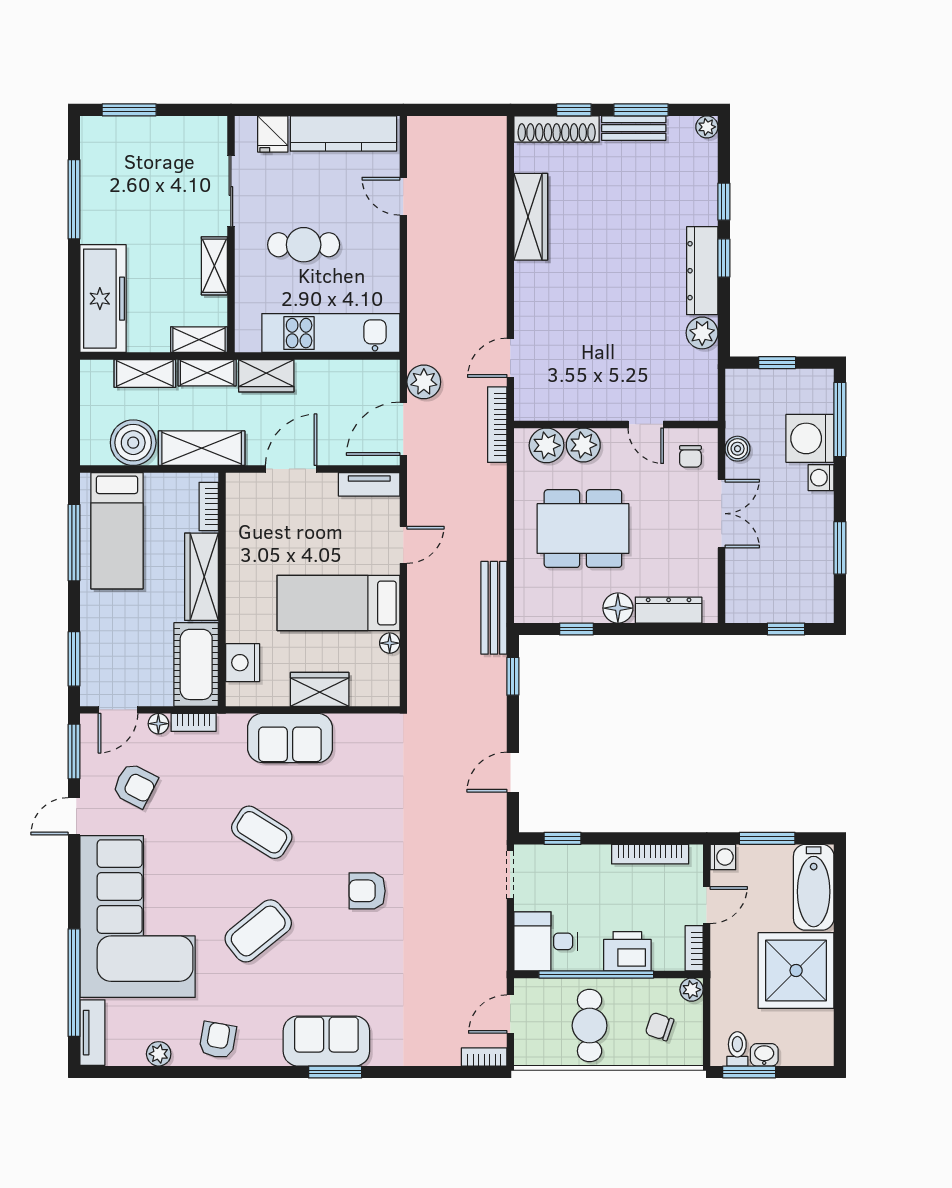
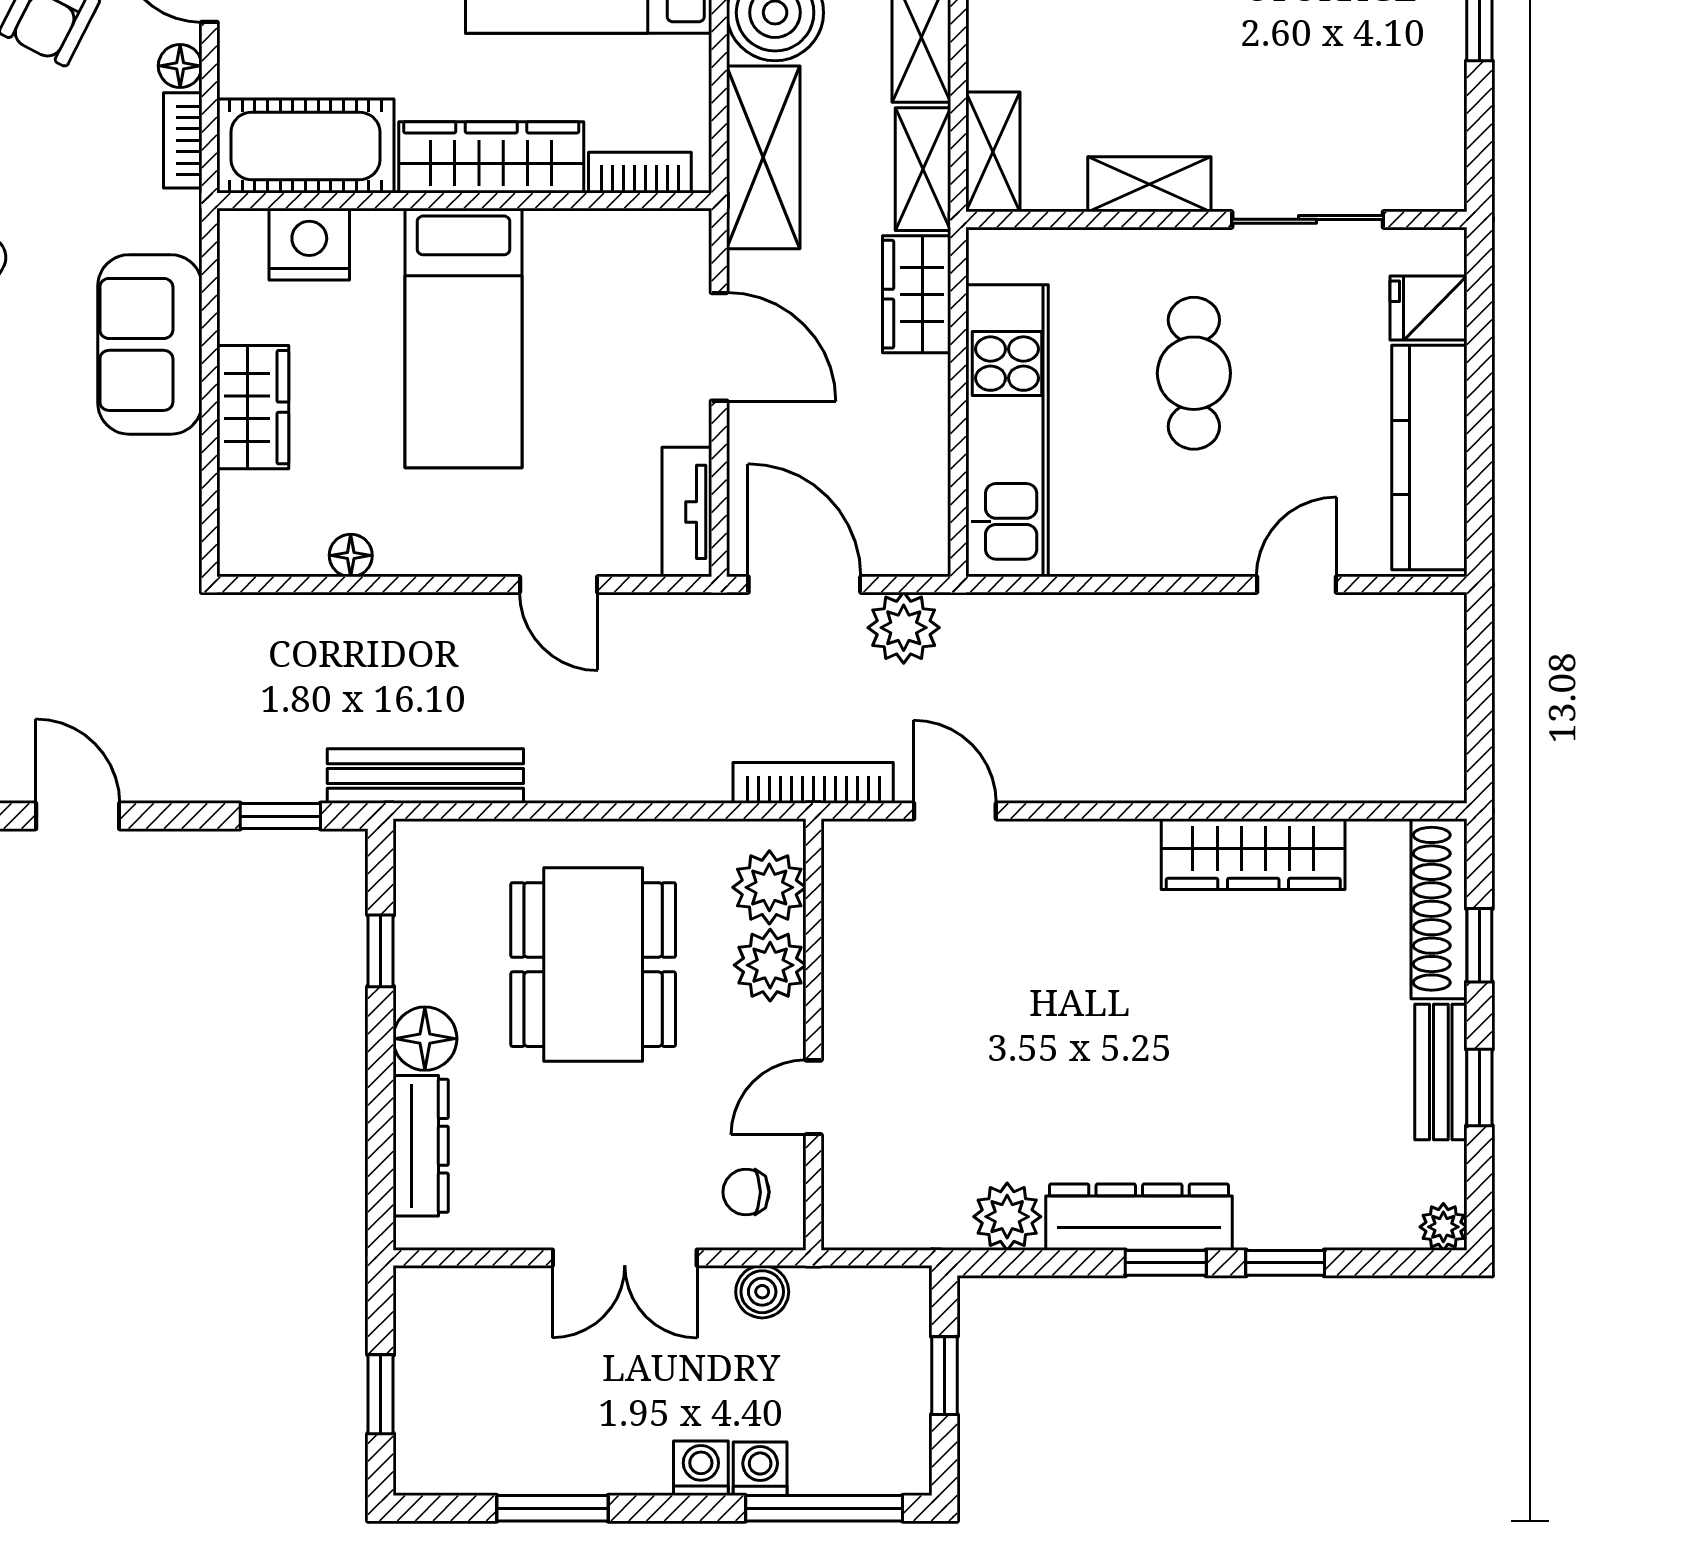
window: (641, 110) -> (1479, 1087), width x0.67
washing machine: (810, 438) -> (760, 1469), width x0.53, depth x0.53
bed: (338, 603) -> (464, 338), moved, turned 180

